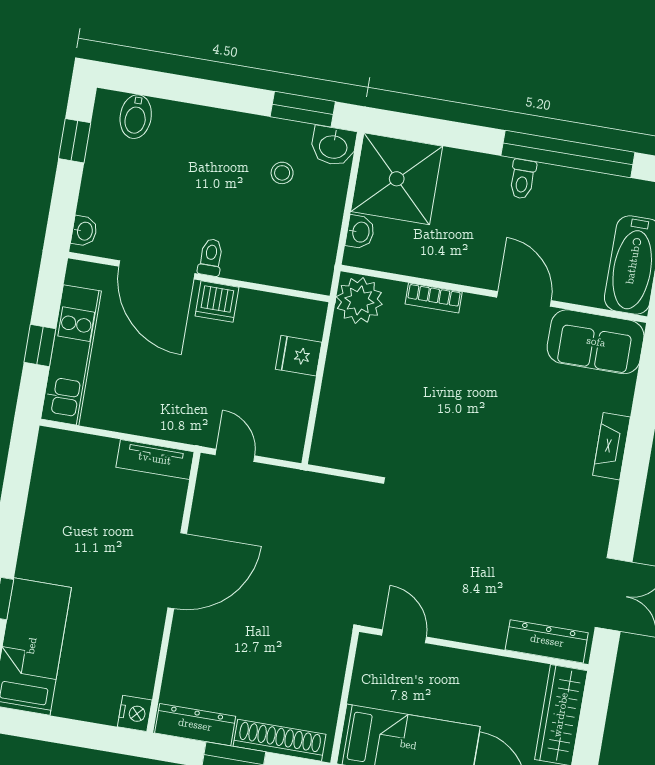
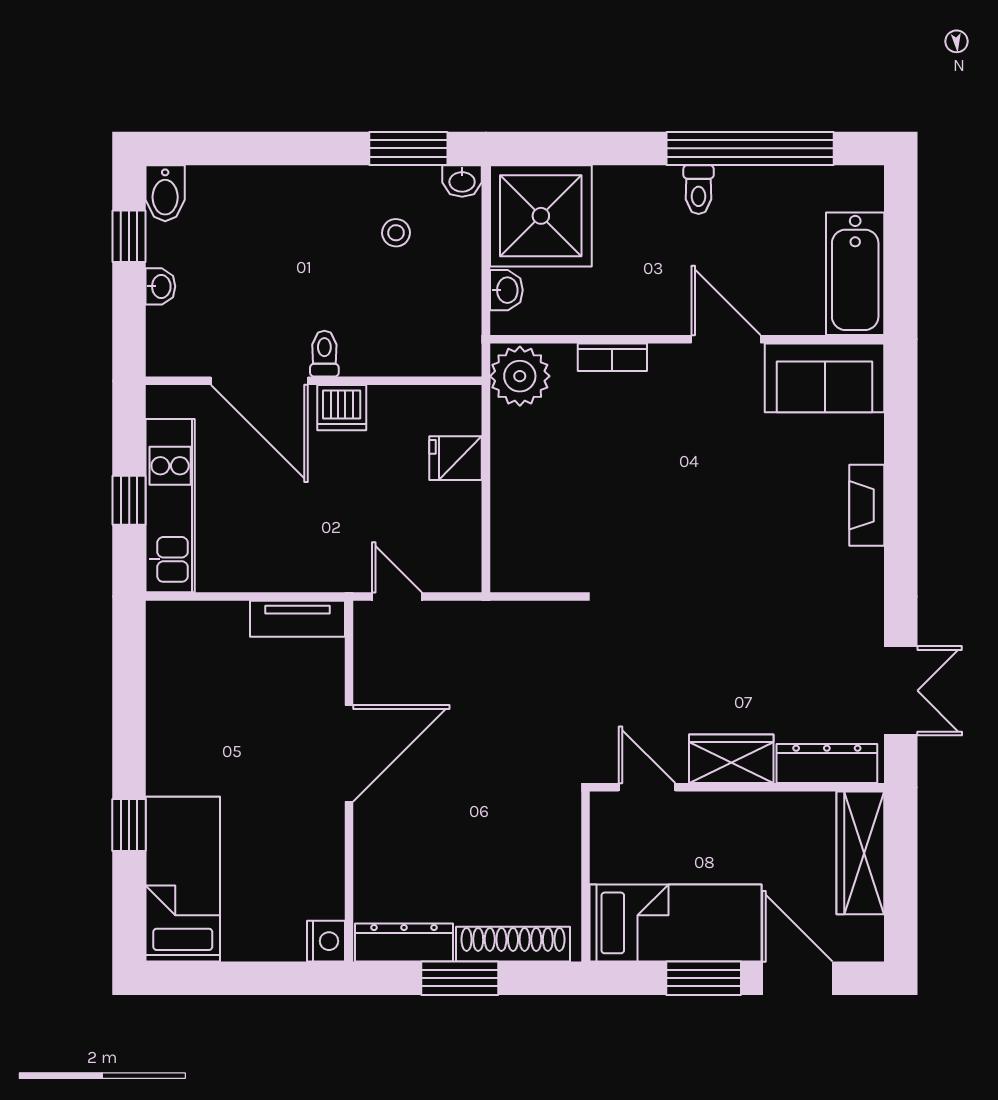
bidet: (136, 117) -> (165, 193), moved
washbasin: (333, 146) -> (462, 181), width x0.72, depth x0.69
washbasin: (84, 231) -> (160, 286), moved
wardrobe: (473, 625) -> (731, 759), added

